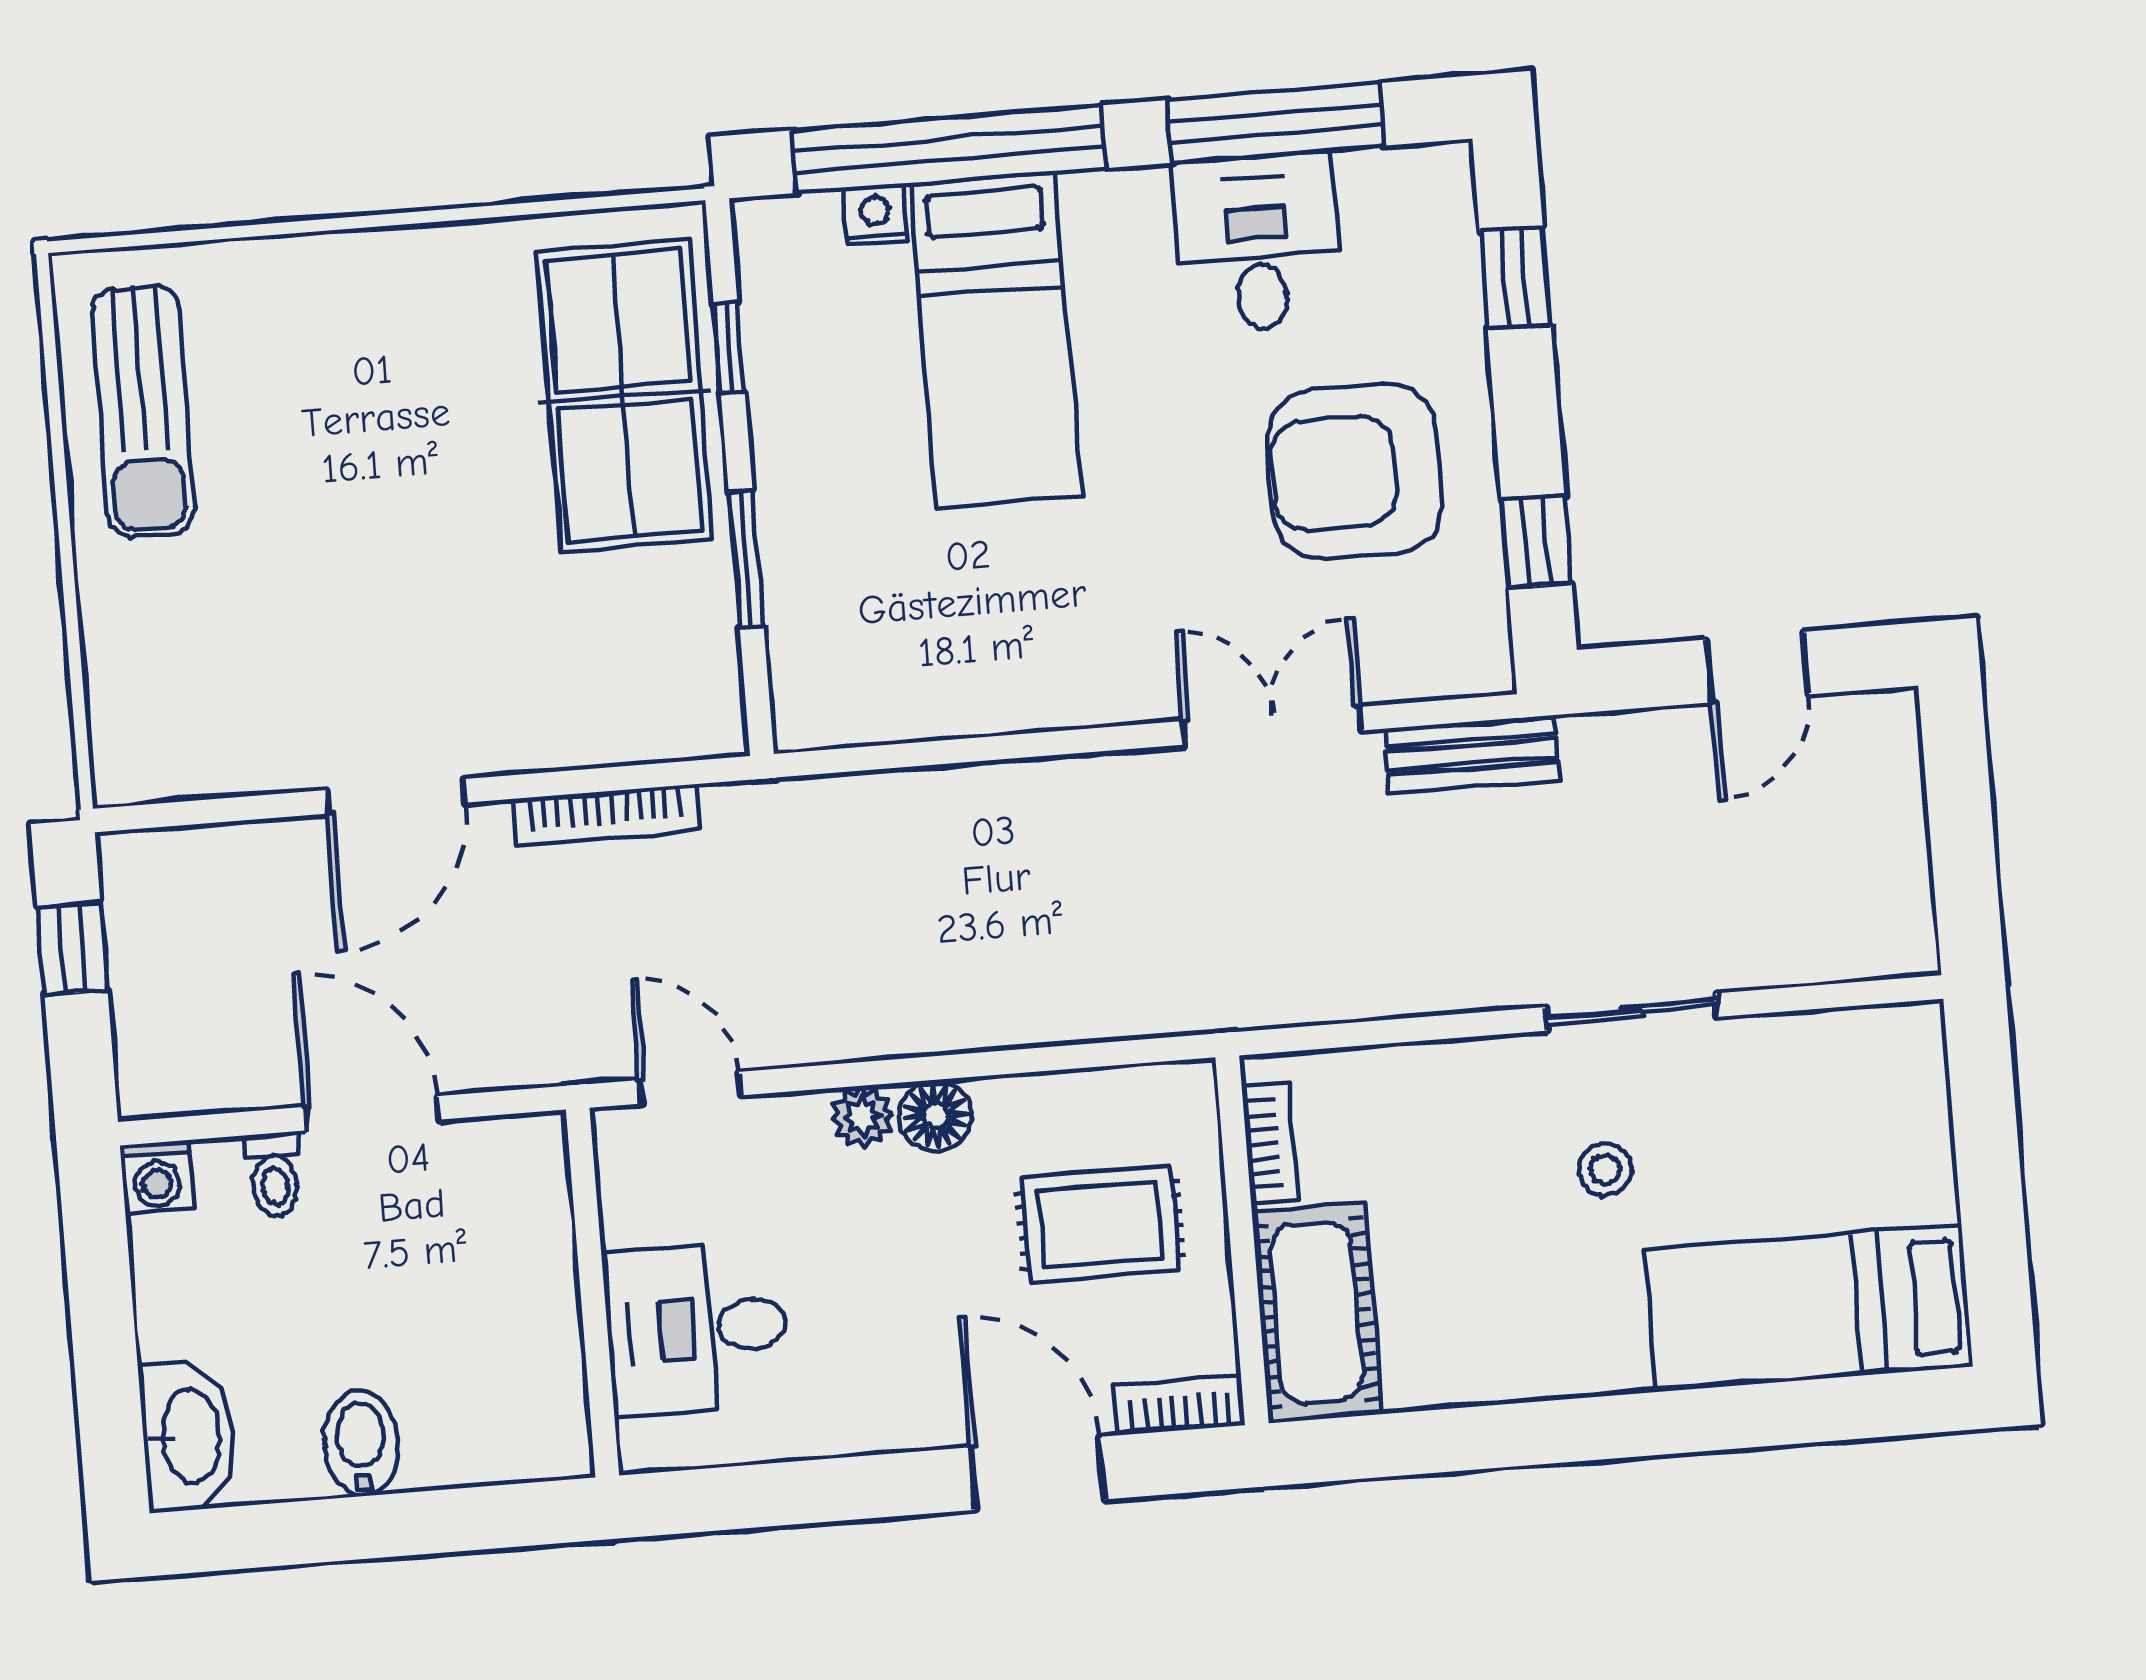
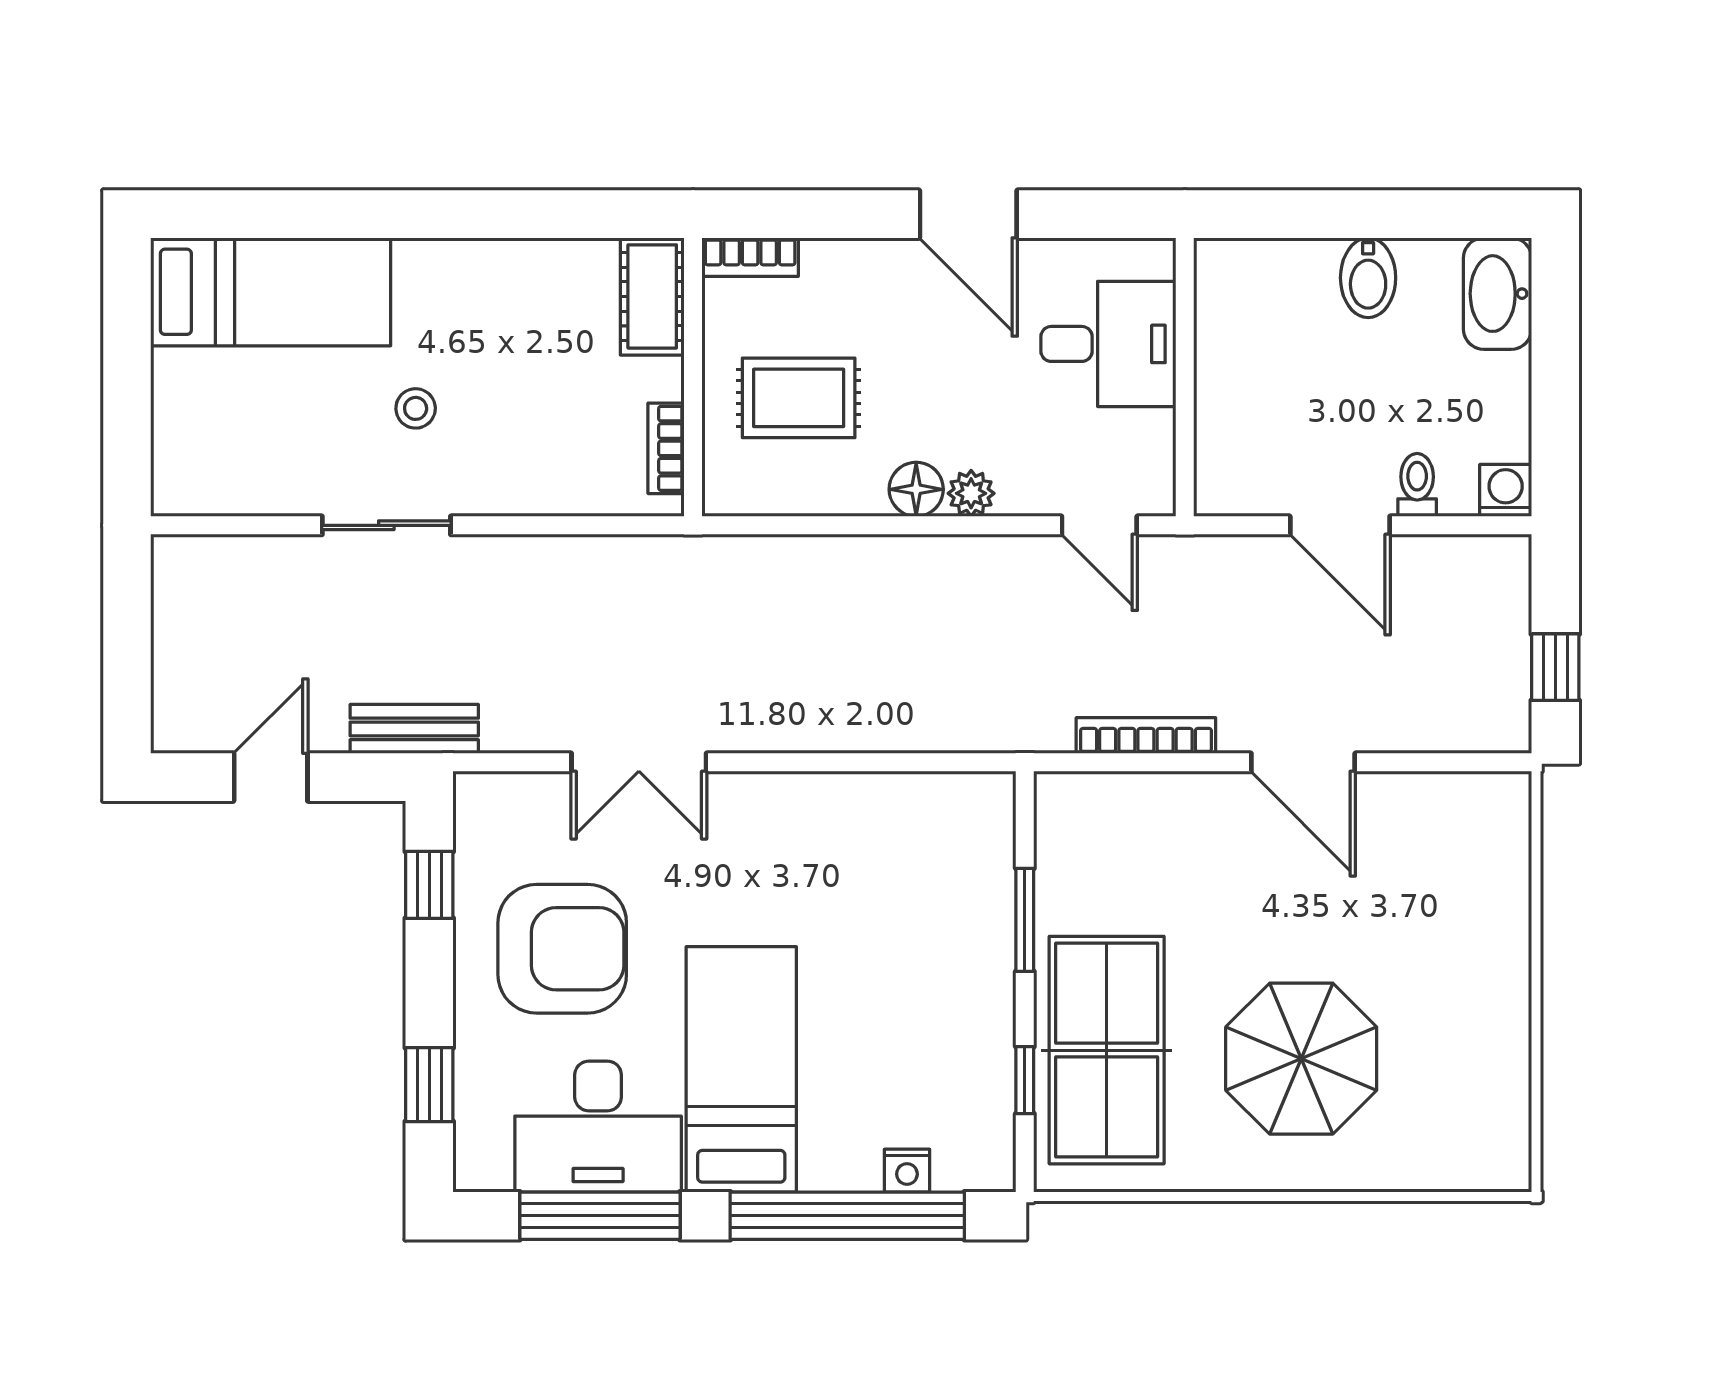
desk: (1258, 243) -> (598, 1127), width x1.37
bed: (995, 340) -> (741, 1069), moved
parasol: (366, 405) -> (1301, 1059), added
sun lounger: (143, 411) -> (1470, 1067), removed
bench: (1472, 754) -> (414, 729), moved
door: (395, 796) -> (1303, 762), swing flipped
cot: (1316, 1313) -> (652, 296), width x0.73, depth x0.75
door: (1037, 1473) -> (968, 214), moved

